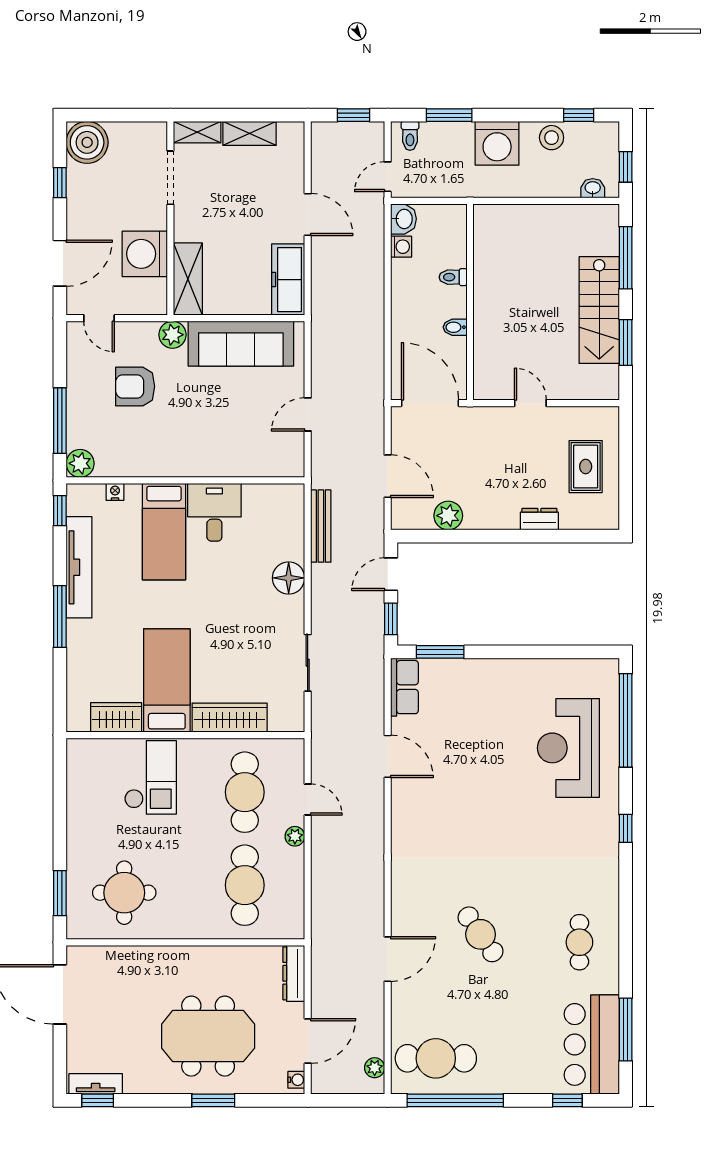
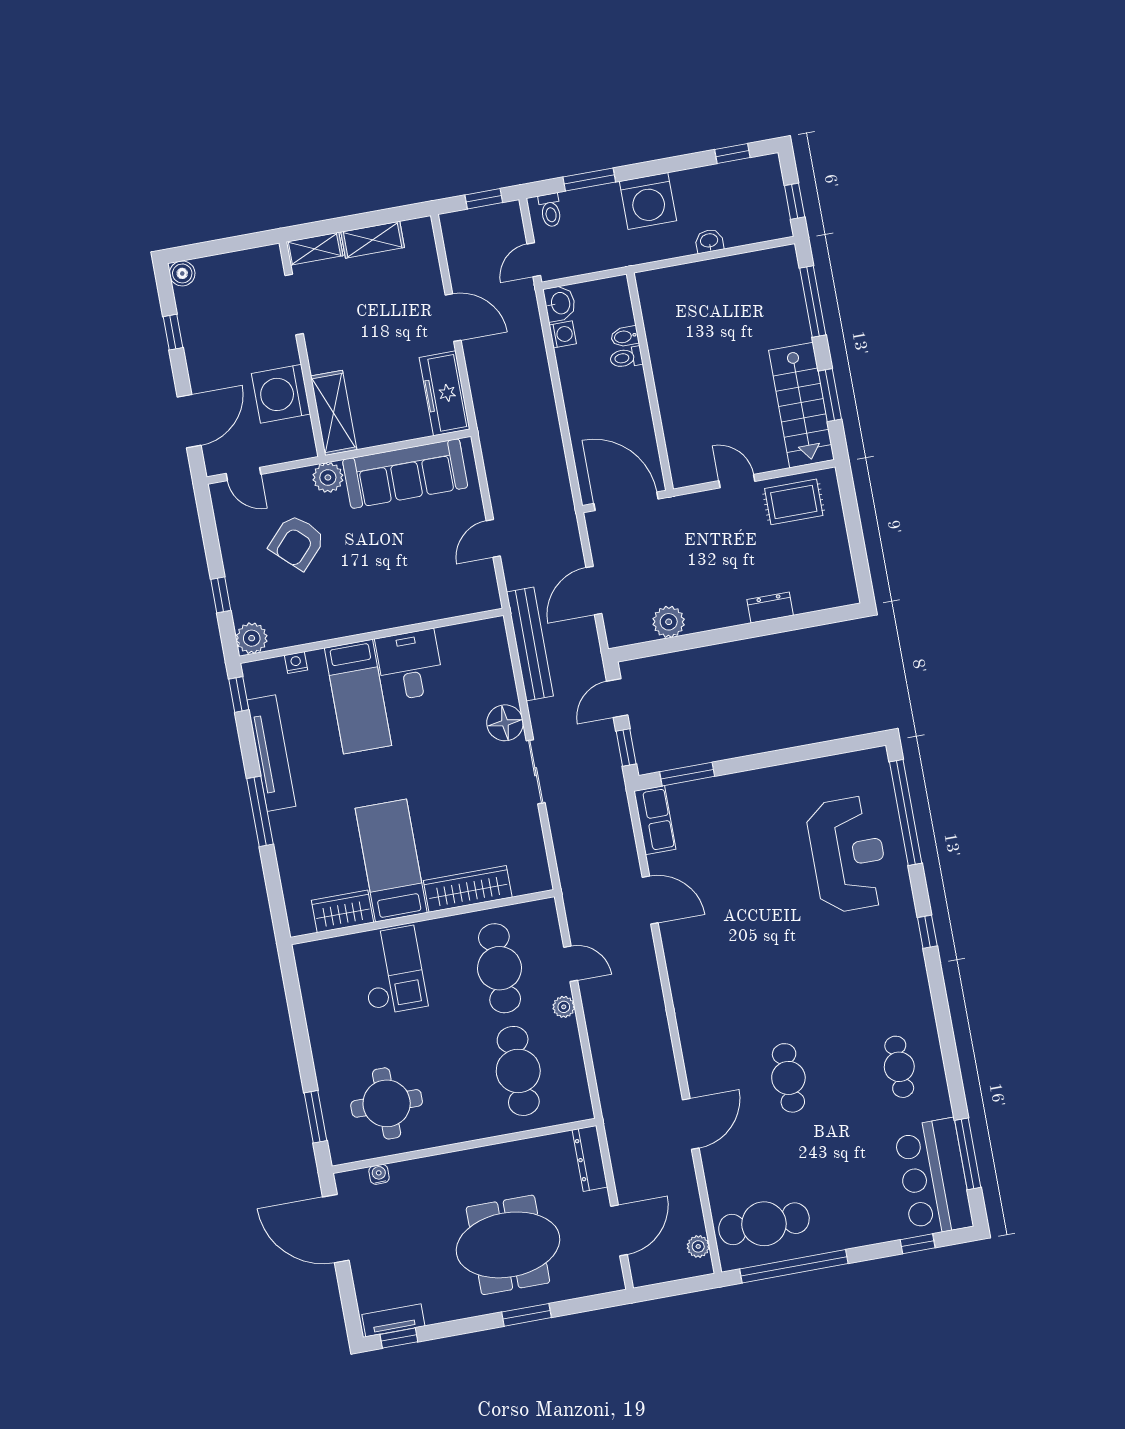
stool: (552, 138) -> (707, 184), removed
boiler: (87, 142) -> (182, 273), width x0.54, depth x0.54
washbasin: (593, 188) -> (709, 241), moved
stairs: (599, 310) -> (802, 405), moved
bidet: (455, 327) -> (625, 337), moved
armchair: (135, 386) -> (297, 542), turned -47
window: (60, 421) -> (221, 595), width x0.46
rug: (586, 467) -> (794, 502), moved, turned 90
door: (388, 476) -> (594, 591), swing flipped
bench: (321, 526) -> (530, 644), width x1.37, depth x1.21
sliding door: (308, 663) -> (536, 772), moved
reception desk: (568, 748) -> (848, 854), turned 180
cafe table: (481, 934) -> (788, 1078), turned 35
water cooler: (296, 1080) -> (379, 1174), moved, turned -90

